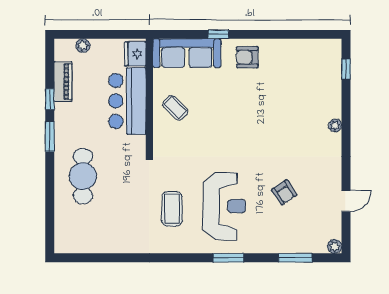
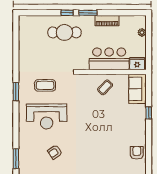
sofa: (187, 53) -> (138, 89), width x0.73
armchair: (247, 57) -> (137, 153), moved
piano: (63, 82) -> (107, 21), moved
window: (50, 99) -> (67, 13), moved
window: (228, 258) -> (16, 92), moved

